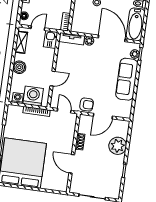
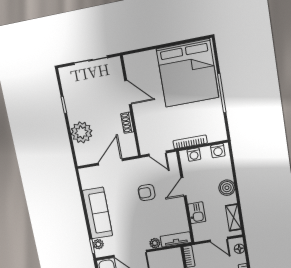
door: (38, 28) -> (219, 240), hinge flipped
kitchen sink: (51, 39) -> (197, 213), moved
washing machine: (33, 96) -> (194, 155), width x0.53, depth x0.53
armchair: (87, 105) -> (147, 193), moved

